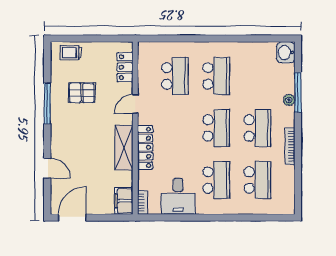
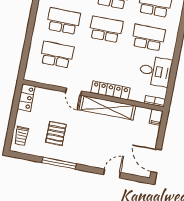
locker: (125, 67) -> (26, 98), moved, turned -90
shelving: (124, 148) -> (107, 108), width x1.47
filing cabinet: (124, 201) -> (156, 117), width x0.50

